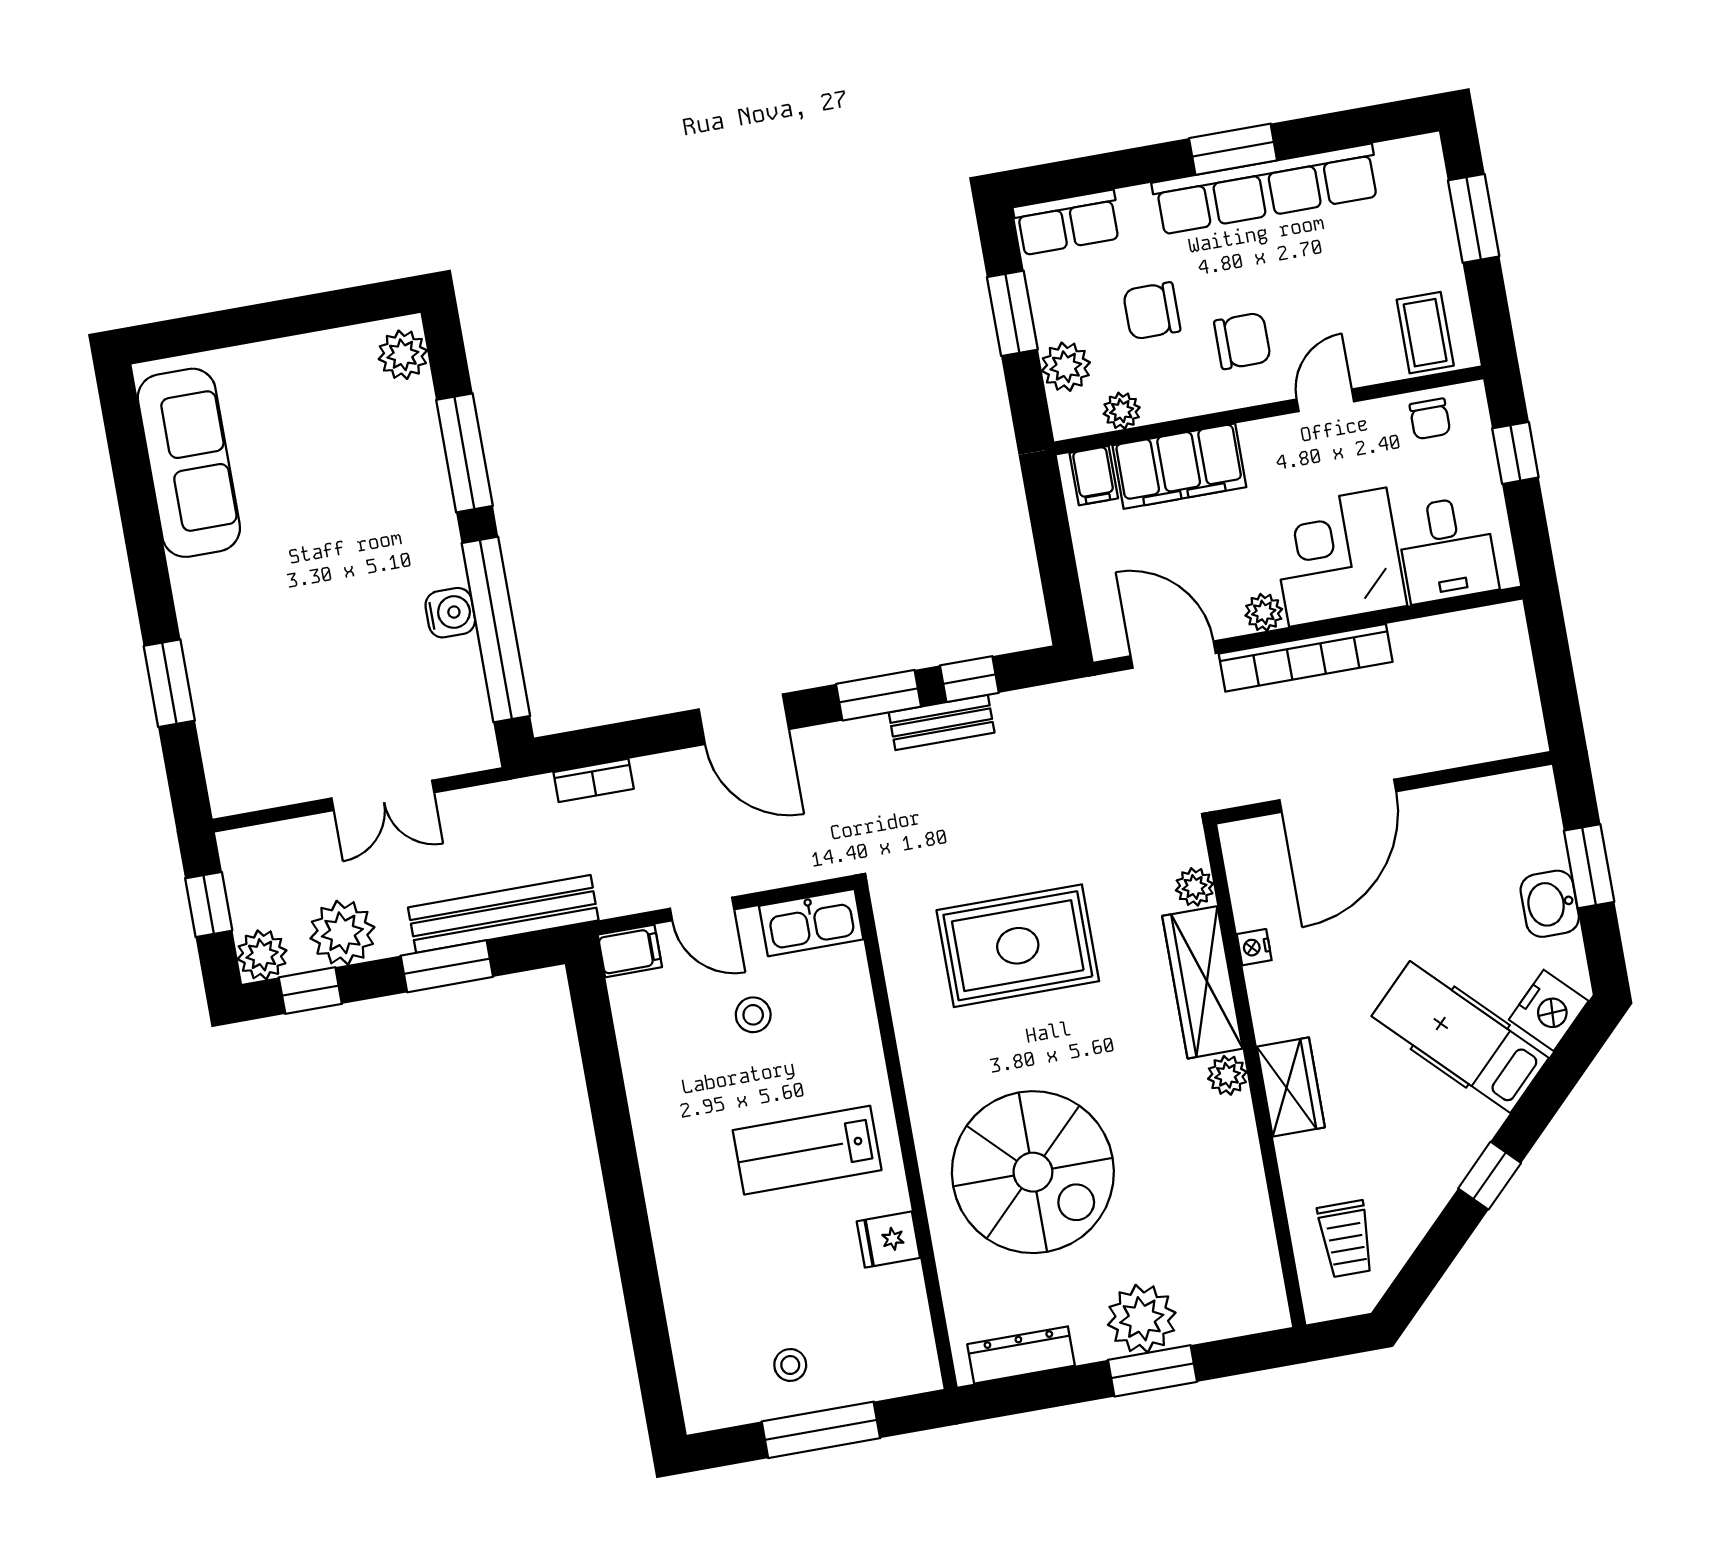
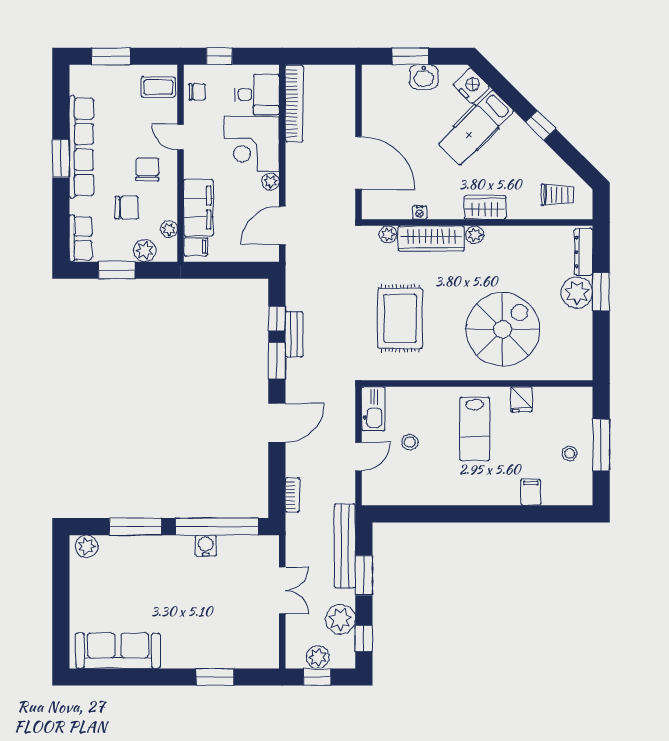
chair: (1152, 311) -> (127, 208), turned -90
bookcase: (1306, 658) -> (294, 103), moved
filing cabinet: (630, 951) -> (531, 492), moved
plant: (262, 955) -> (318, 657), moved
dresser: (1021, 1355) -> (583, 252), moved

